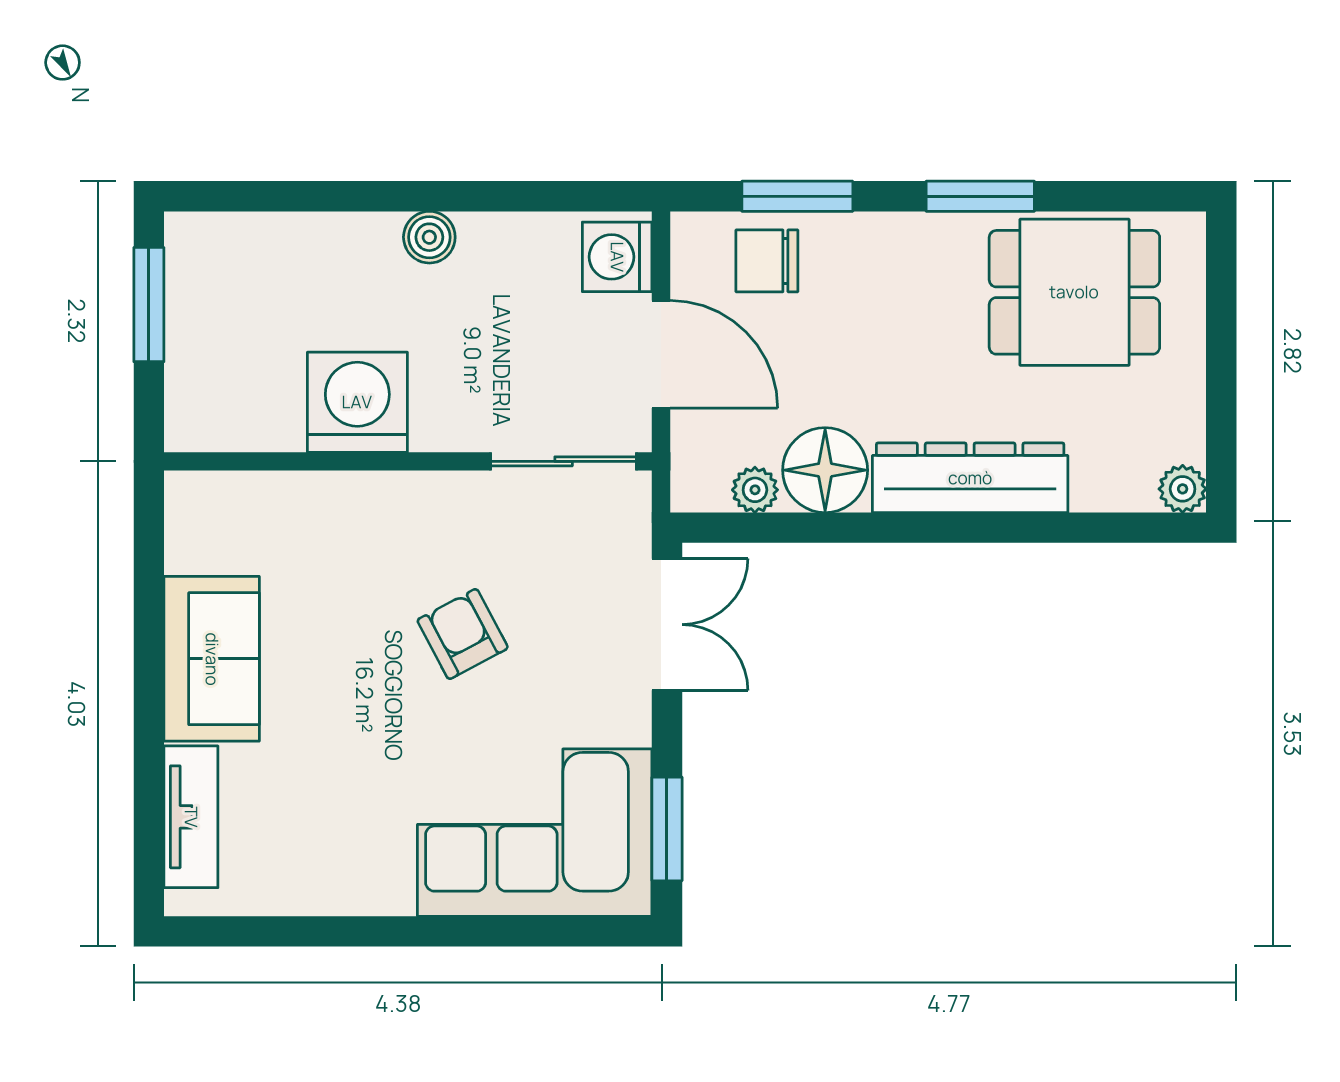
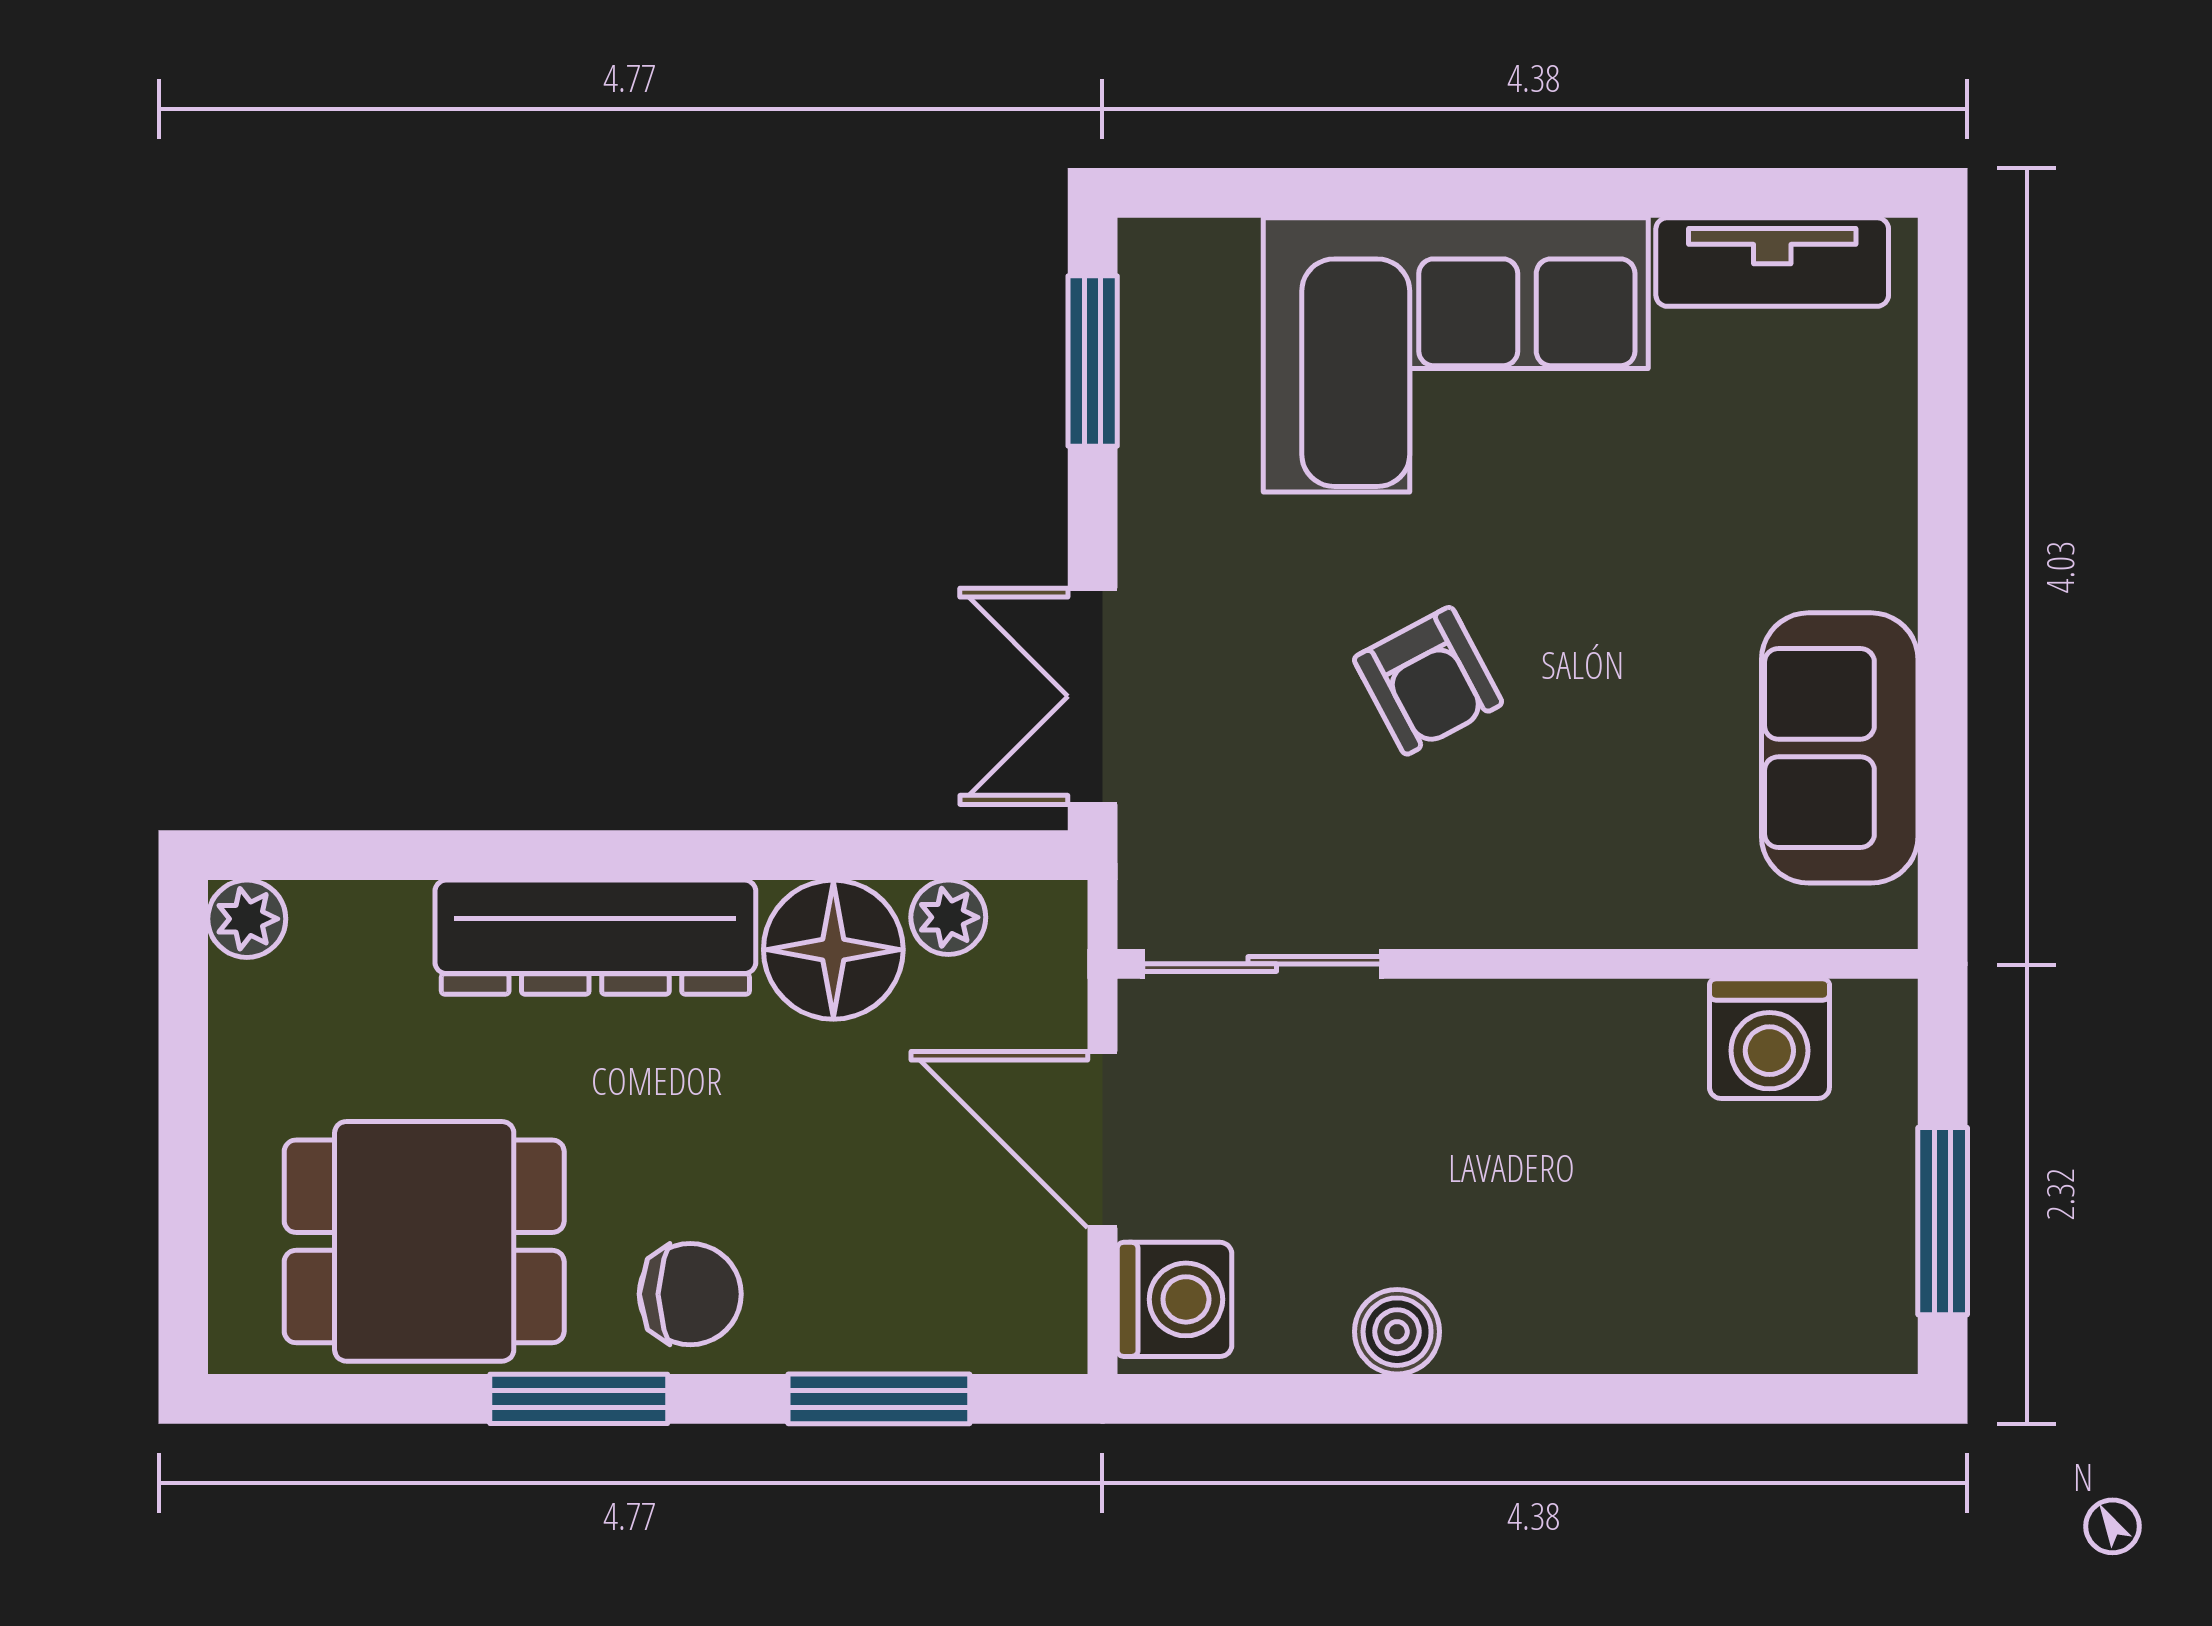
boiler: (429, 237) -> (1397, 1332), moved
chair: (767, 261) -> (690, 1294), moved
washing machine: (357, 402) -> (1769, 1039), moved, width x0.73, depth x0.73
sofa: (212, 659) -> (1840, 748), moved
tv unit: (191, 817) -> (1772, 262), moved, turned -90
corner sofa: (535, 833) -> (1456, 355), moved

